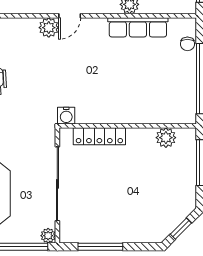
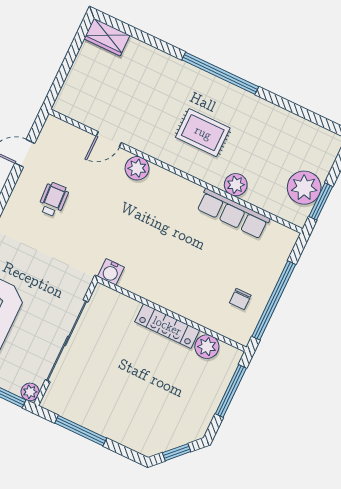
door: (70, 16) -> (109, 139), moved
chair: (187, 44) -> (240, 299), moved
locker: (99, 136) -> (167, 326), moved

